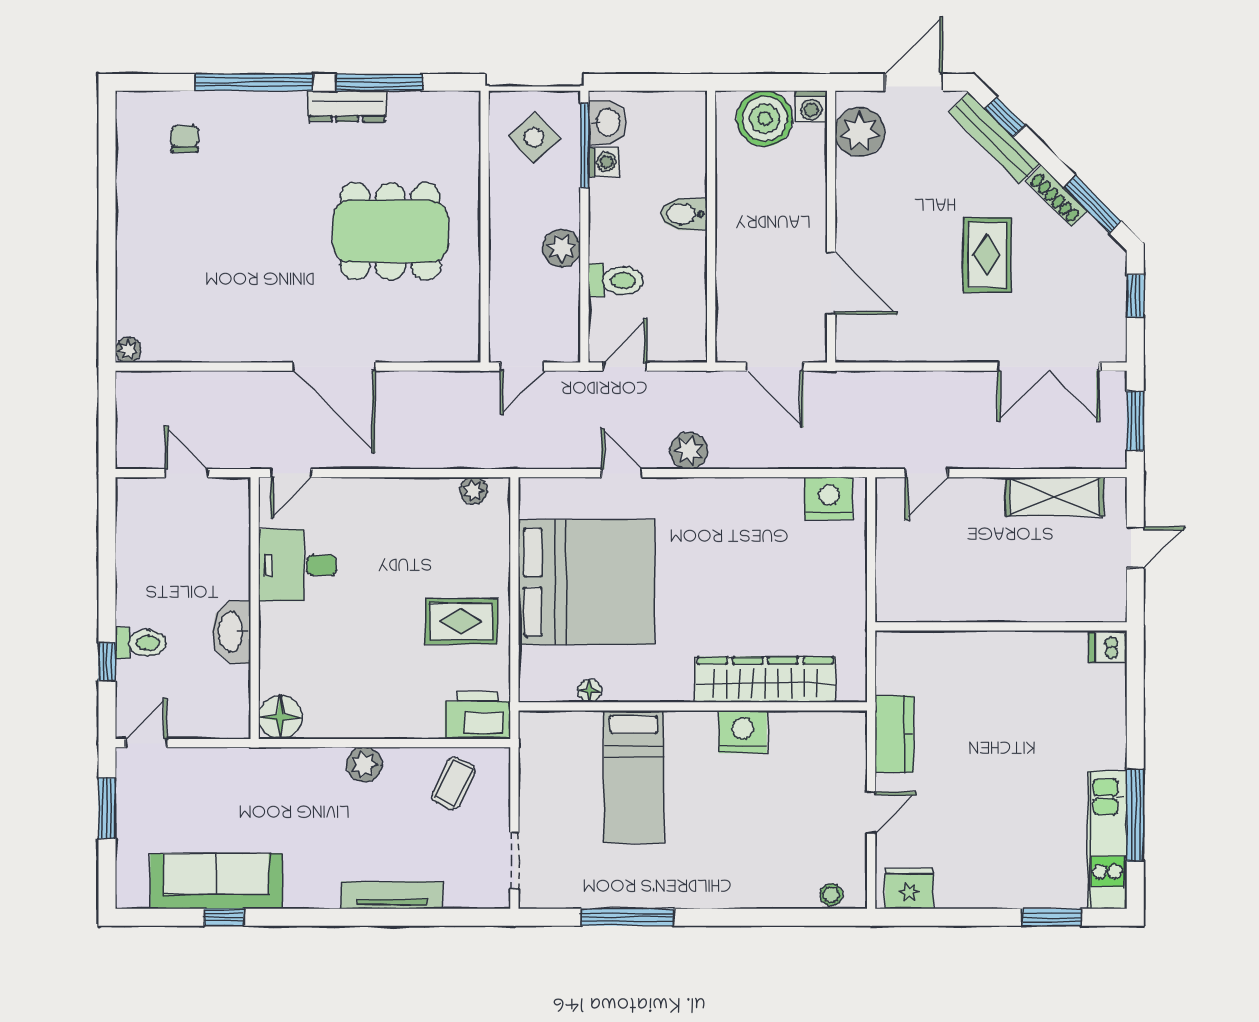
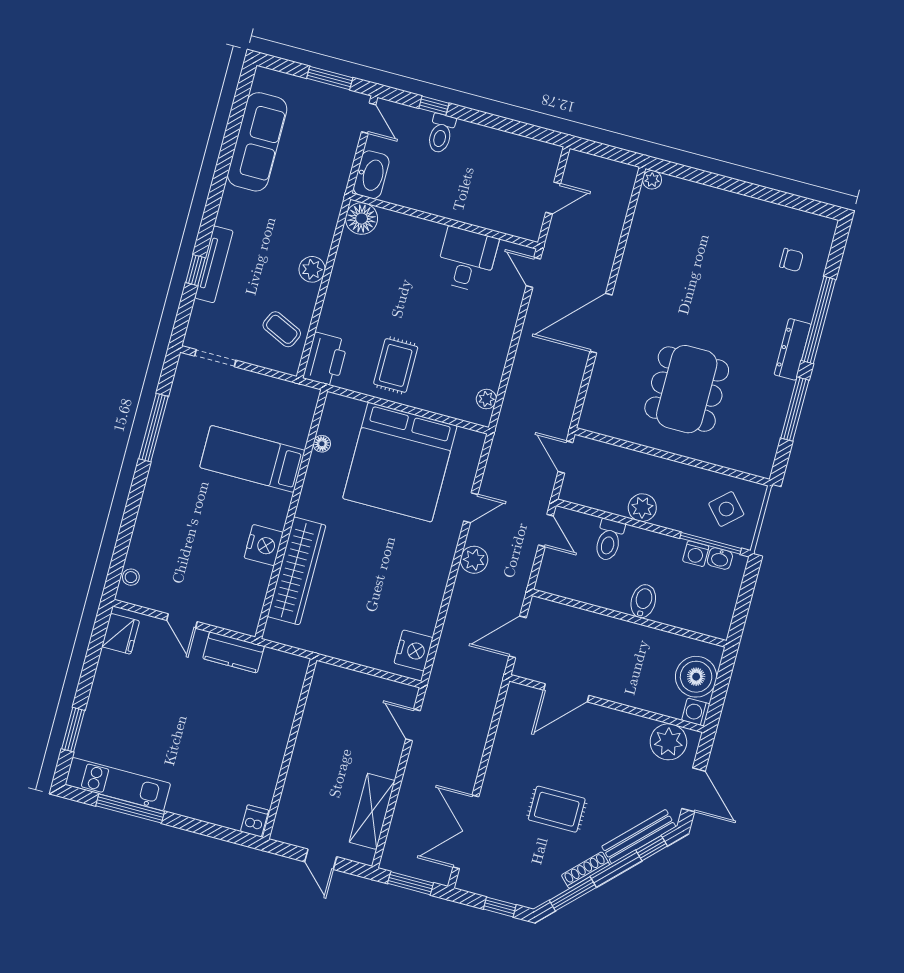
dresser: (347, 106) -> (793, 349), moved
washbasin: (607, 122) -> (720, 559), width x0.72, depth x0.69
washbasin: (232, 632) -> (371, 175), moved, turned 90
window: (224, 917) -> (195, 270), moved

